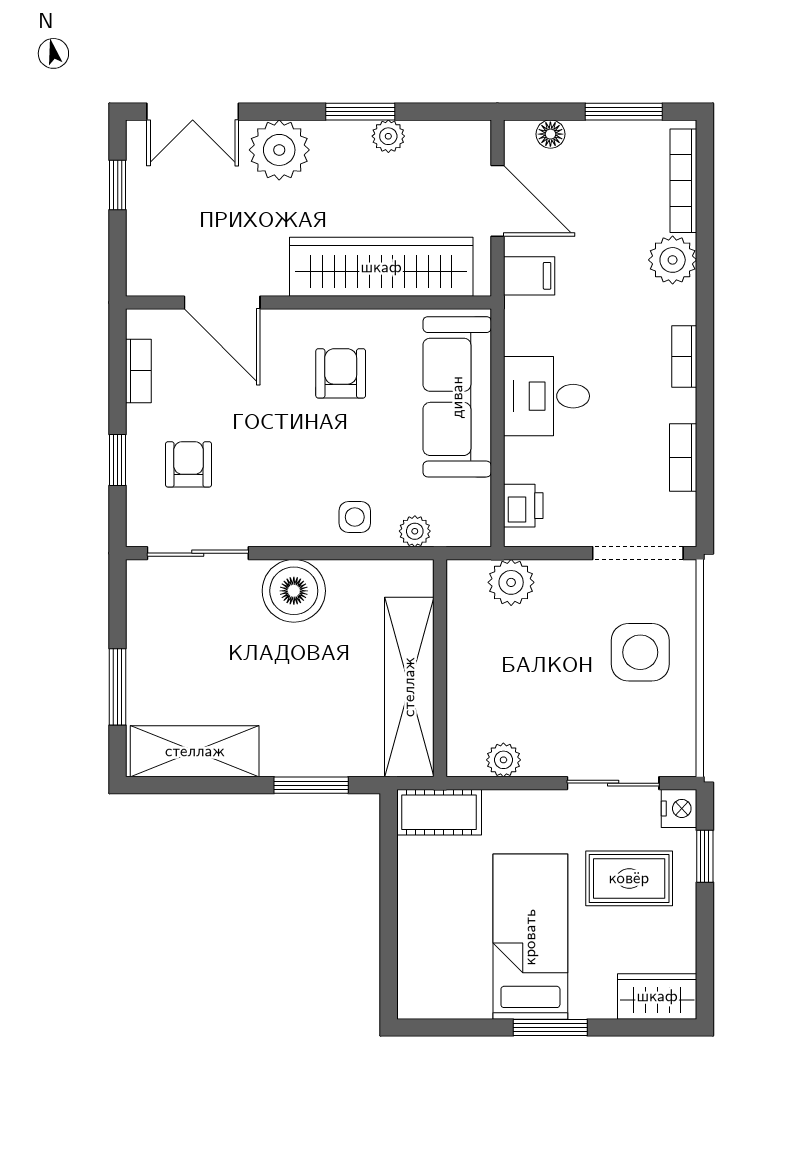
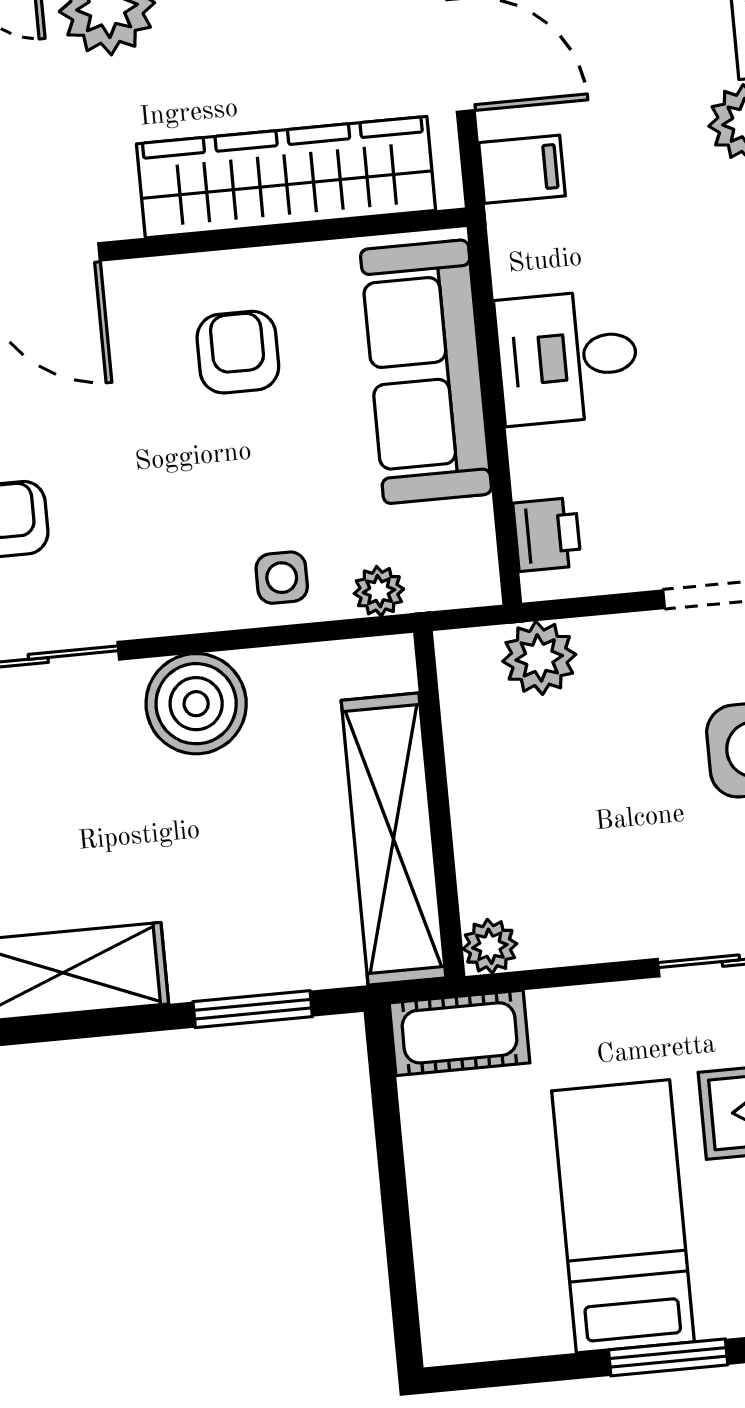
plant: (503, 760) -> (490, 946), moved

